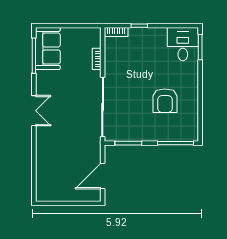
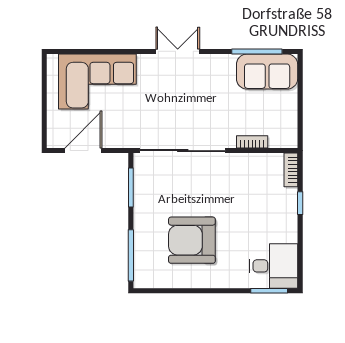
armchair: (165, 101) -> (192, 240), width x1.36, depth x1.36
double door: (34, 111) -> (178, 51), swing flipped
corner sofa: (55, 166) -> (97, 82), added
door: (103, 176) -> (83, 151), hinge flipped

